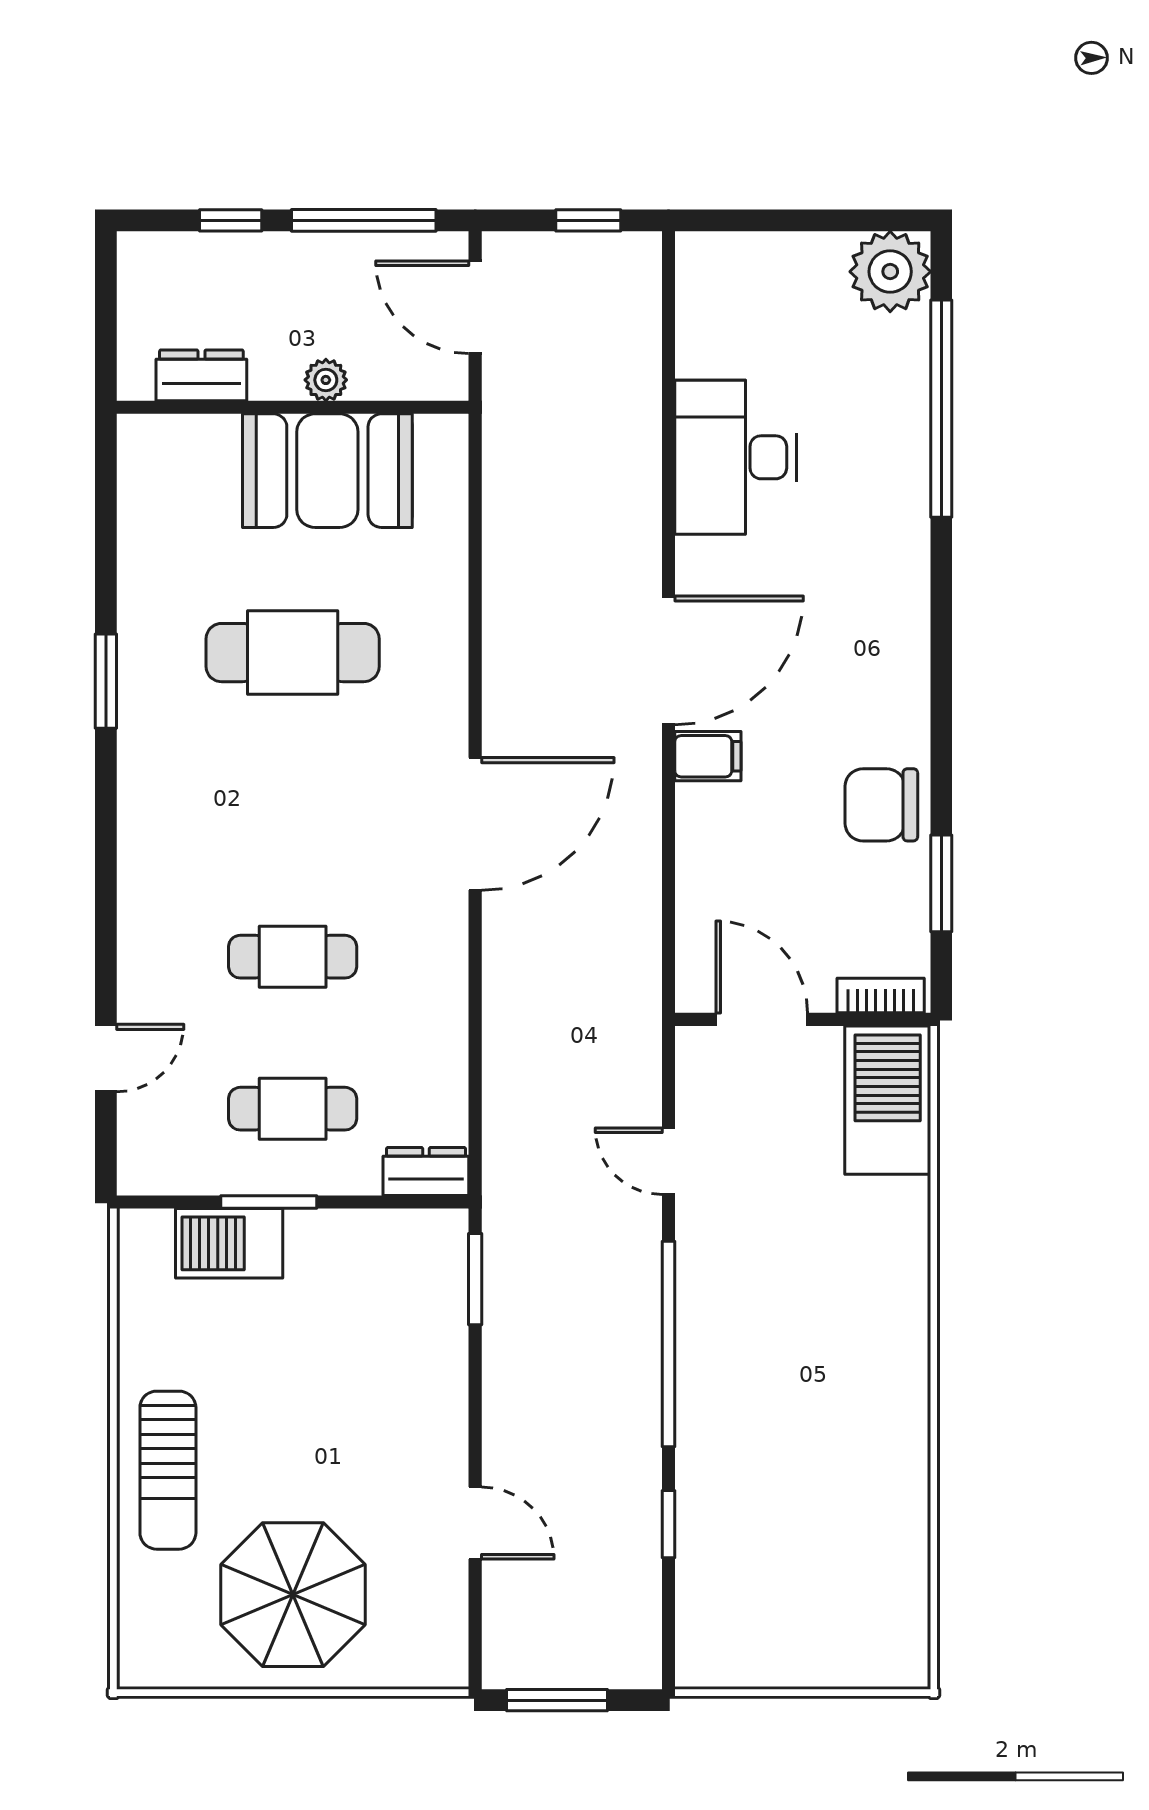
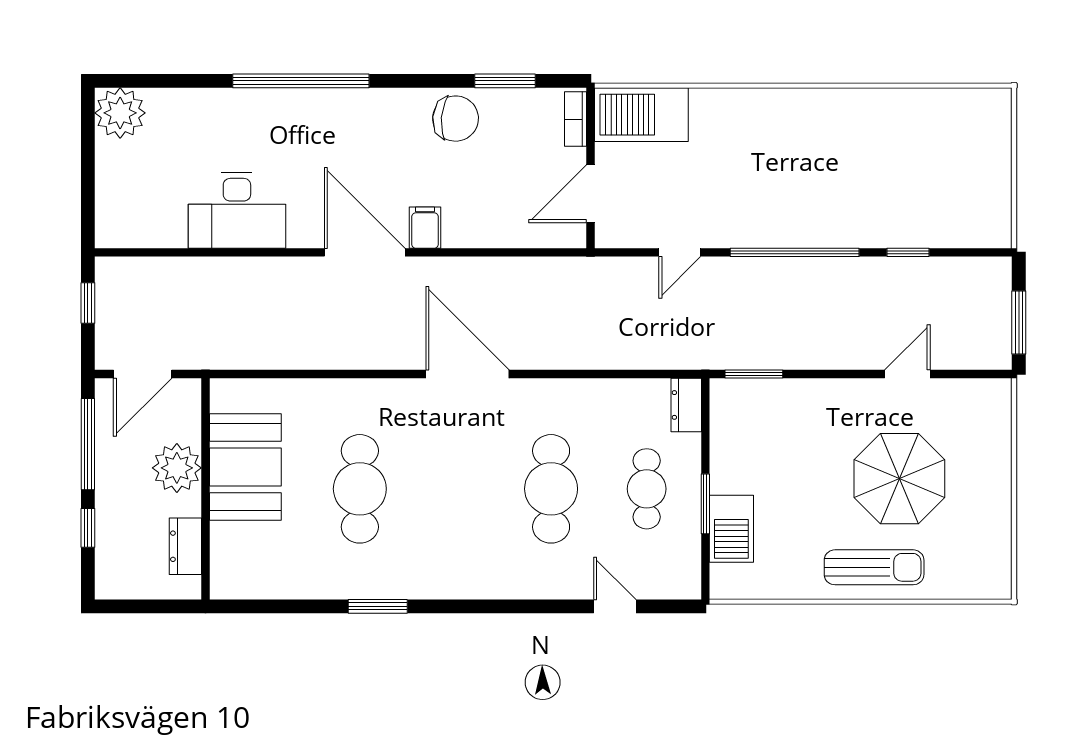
plant: (326, 380) -> (177, 468), width x1.87, depth x1.87
window: (941, 409) -> (301, 81), moved
chair: (881, 805) -> (456, 119), turned -85
cafe table: (293, 957) -> (551, 489), width x1.37, depth x1.35
parasol: (293, 1595) -> (899, 479), moved

